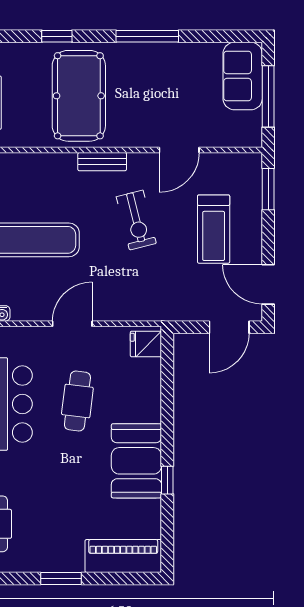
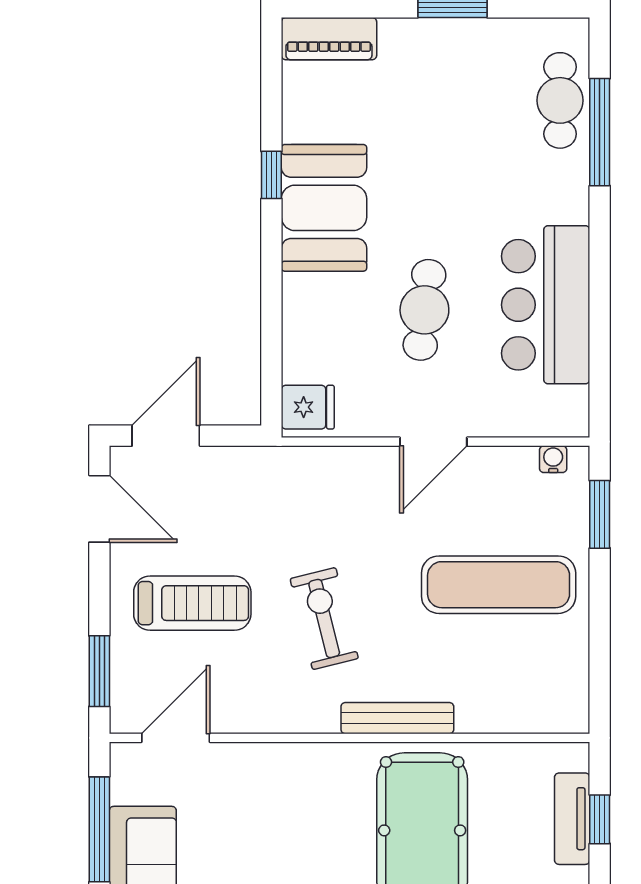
door: (179, 150) -> (176, 738), moved
bench: (102, 162) -> (397, 718), width x1.36
treadmill: (214, 229) -> (192, 603), turned 90
piano: (123, 556) -> (329, 39), width x0.73, depth x0.75

